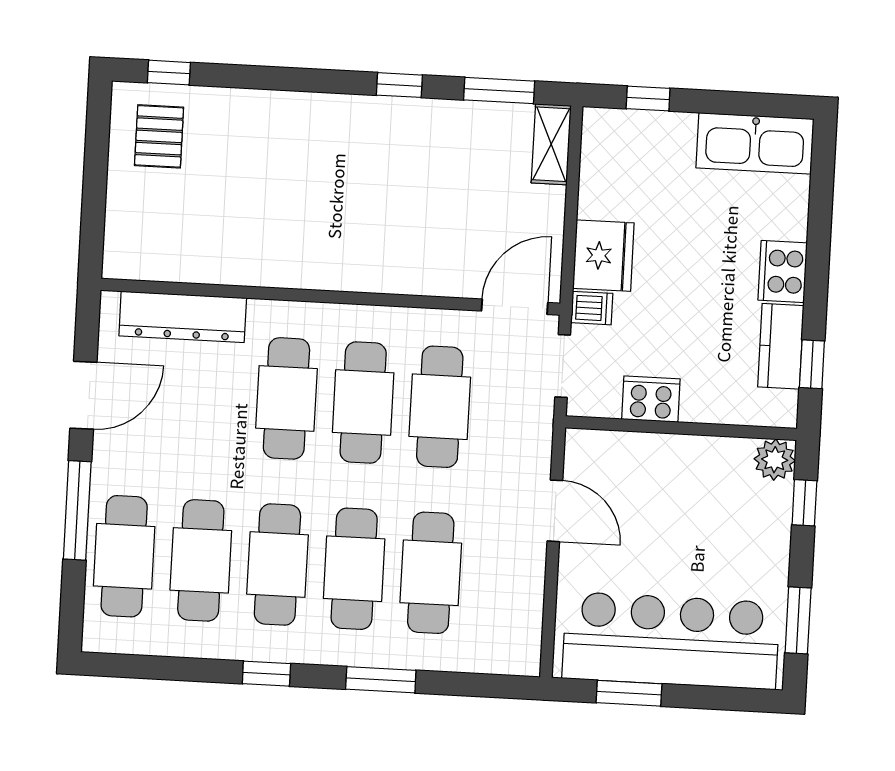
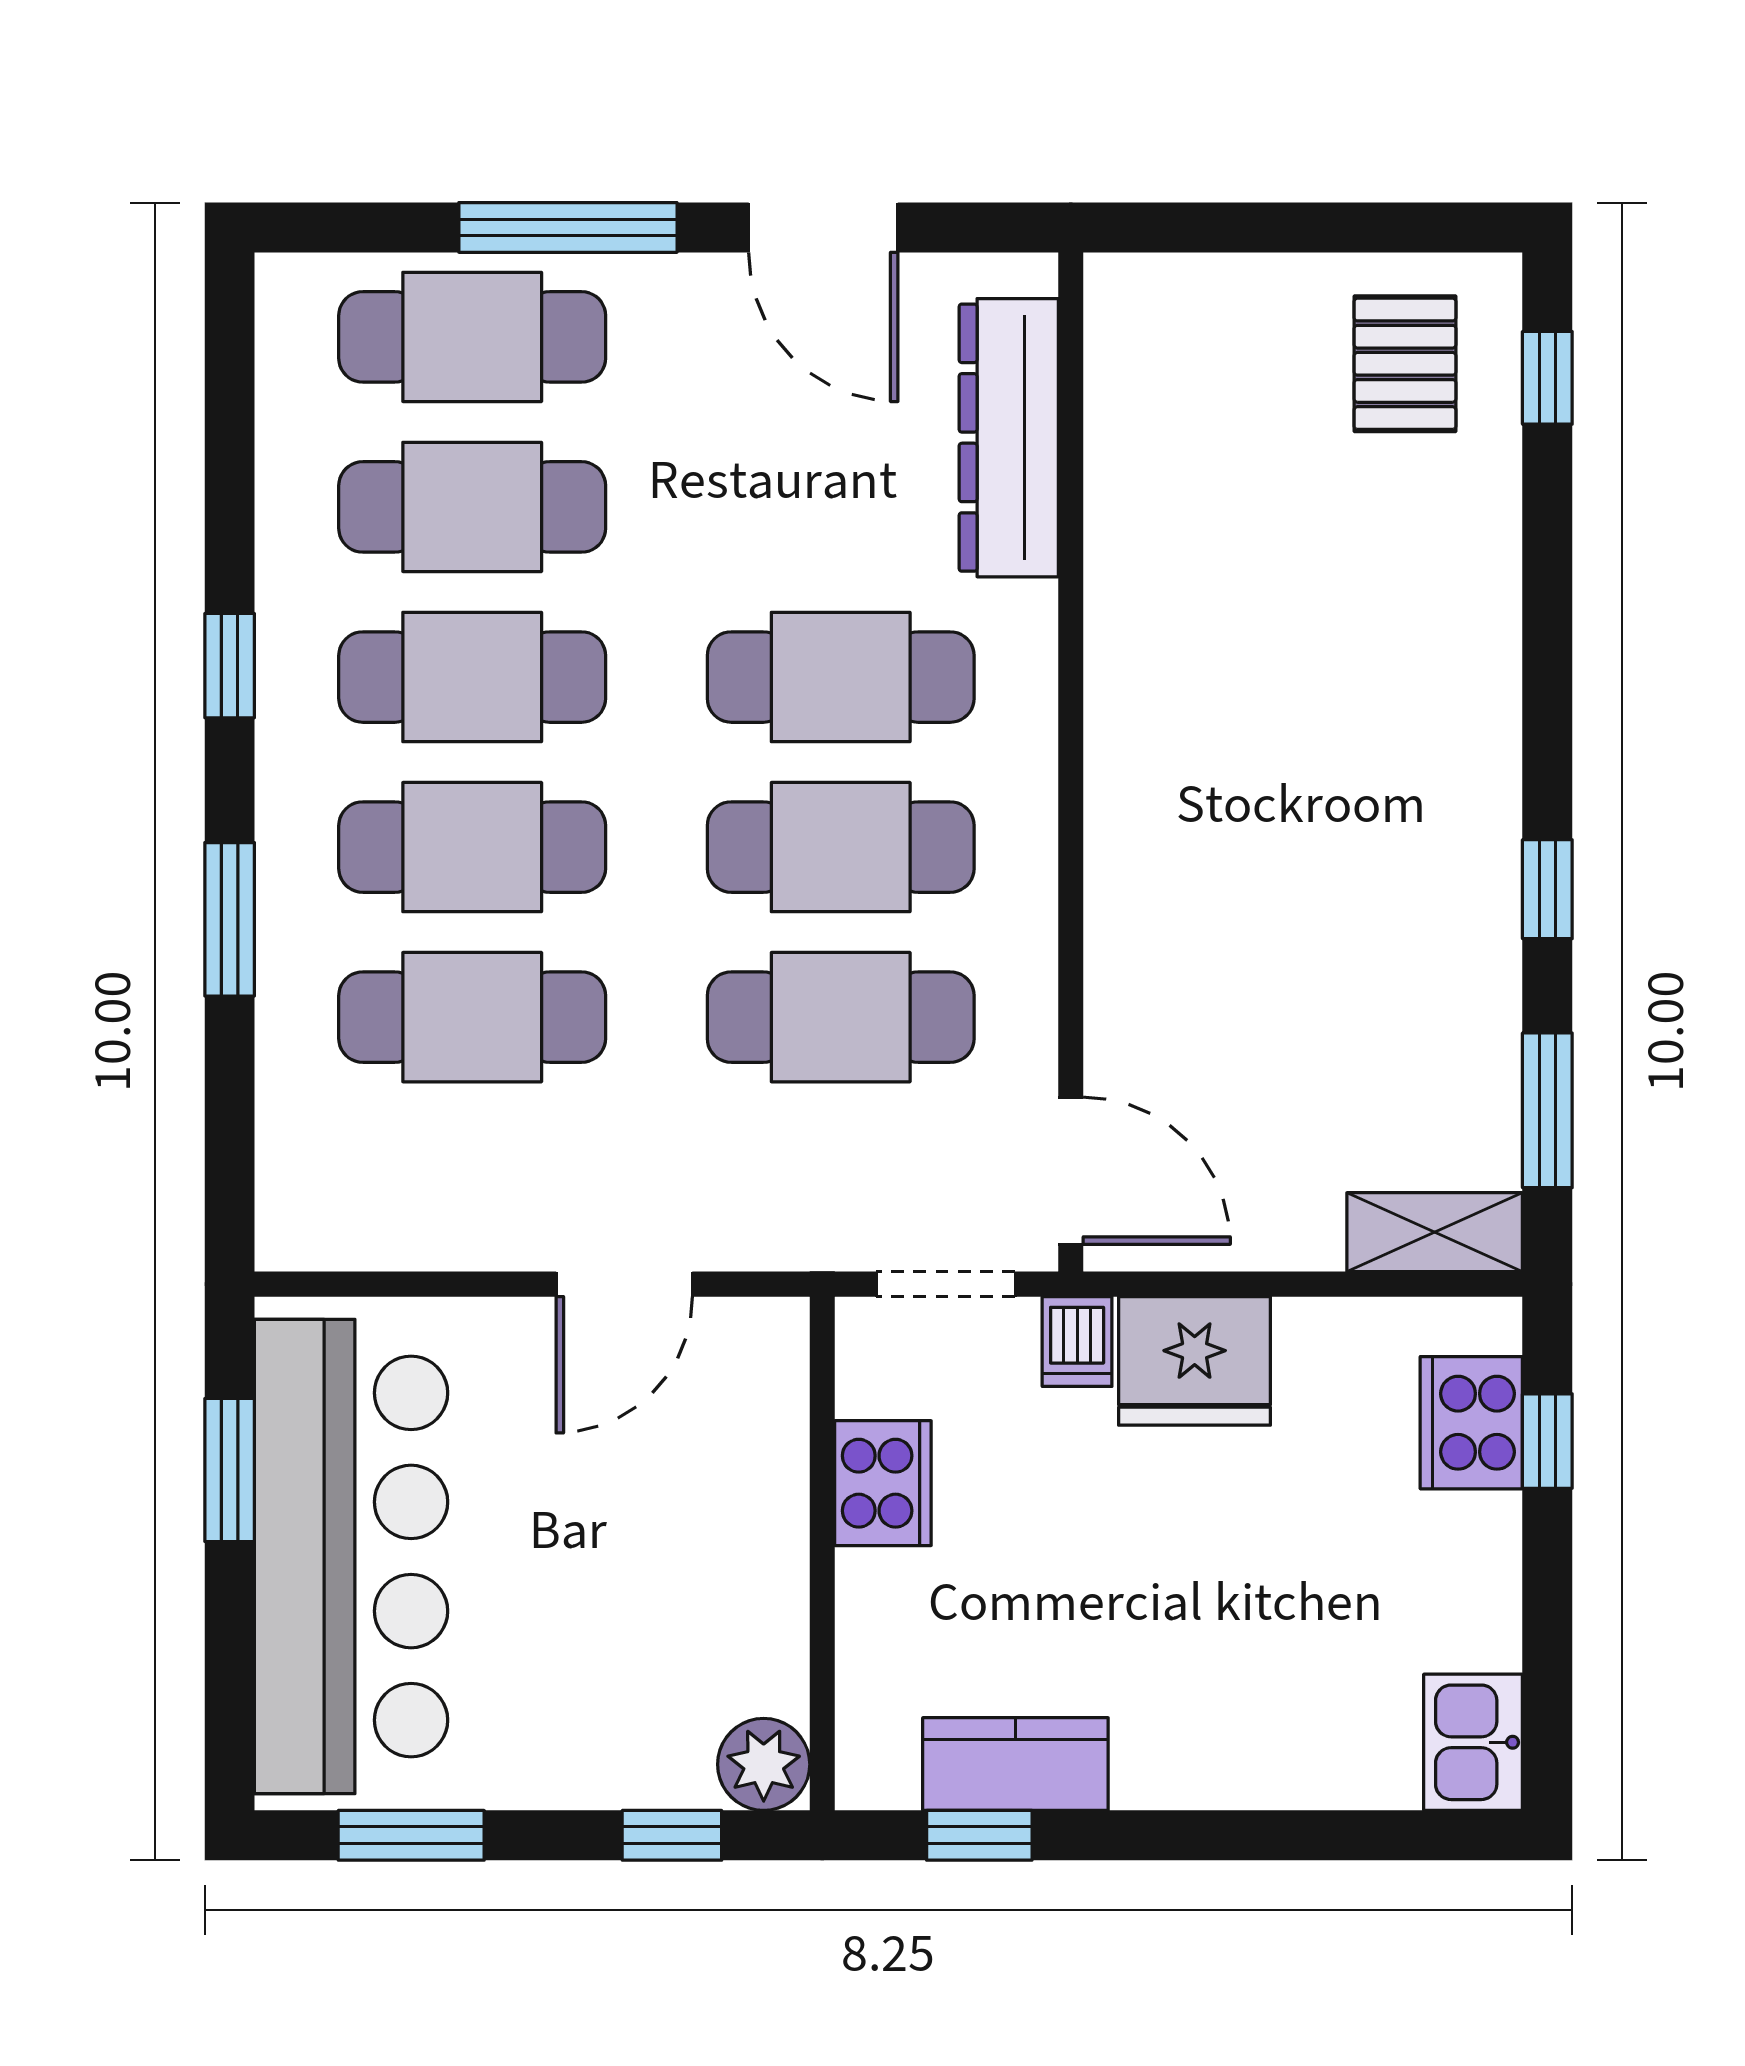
pallet: (159, 136) -> (1405, 364), turned 90
kitchen sink: (755, 143) -> (1473, 1742), width x0.53, depth x0.81
cooker: (783, 272) -> (1471, 1423), moved, turned -90

